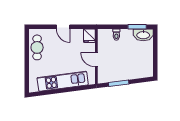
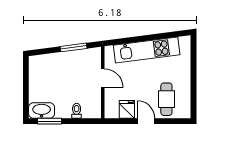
fridge: (89, 36) -> (127, 109), moved
cafe table: (37, 47) -> (166, 99), moved

